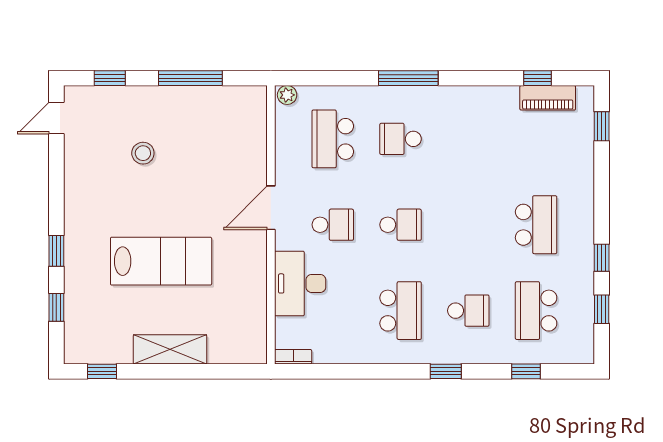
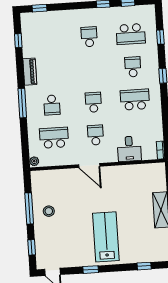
piano: (548, 98) -> (30, 72), moved
school desk: (333, 139) -> (54, 138), turned 180
stool: (143, 153) -> (49, 211), moved
school desk: (536, 225) -> (89, 37), width x0.54
window: (56, 251) -> (91, 270), moved
lab bench: (161, 261) -> (106, 237), moved
desk: (300, 283) -> (129, 149), width x0.73

